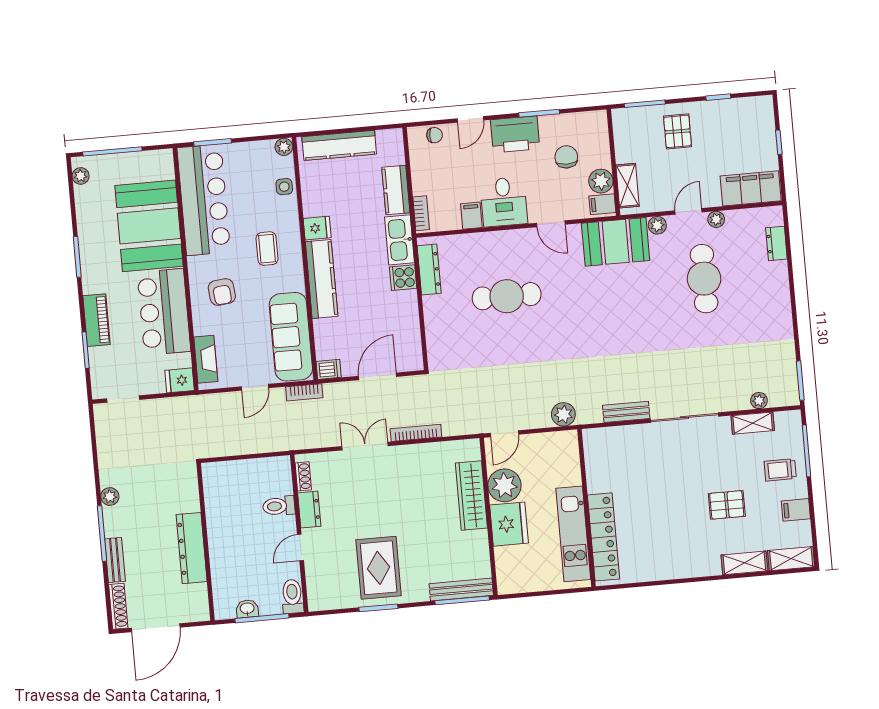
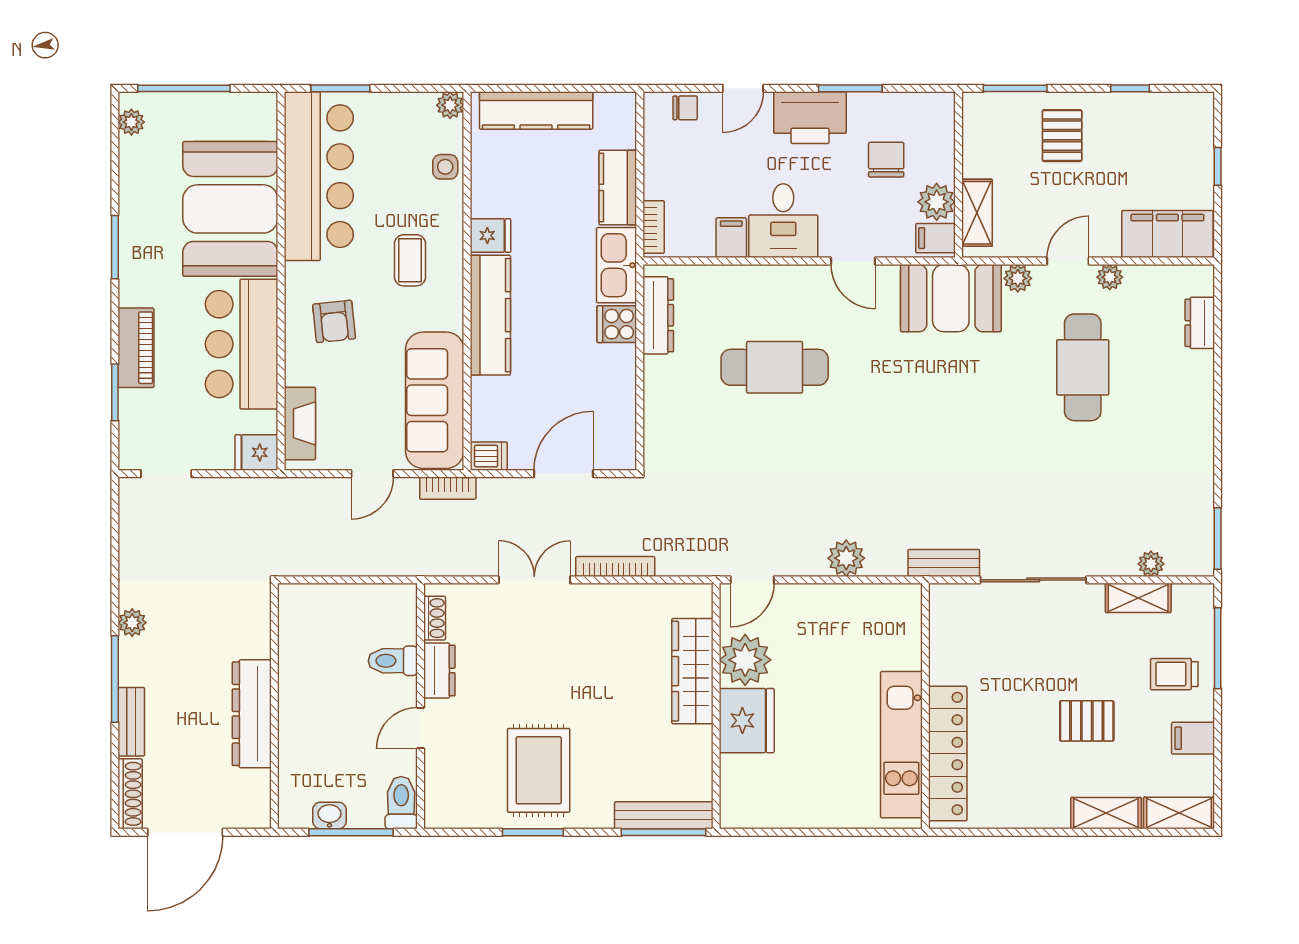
wall: (586, 508) -> (925, 706), moved
kitchen unit: (573, 534) -> (901, 745), moved
locker: (603, 537) -> (948, 754), moved

